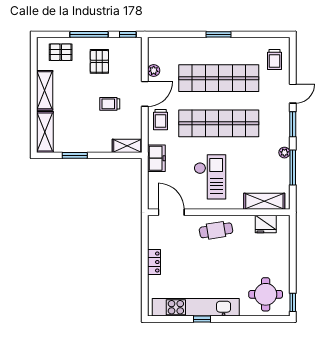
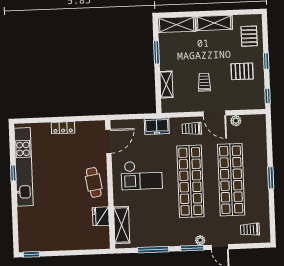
window: (89, 34) -> (266, 61), width x0.46
shelving: (127, 146) -> (166, 84), moved
plant: (284, 153) -> (200, 240), moved
fridge: (266, 224) -> (101, 216), moved
round table: (266, 294) -> (38, 229), removed

